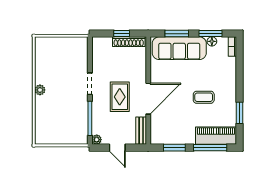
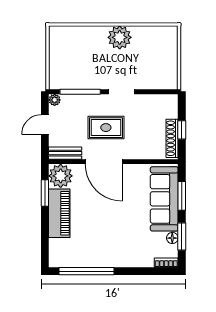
plant: (40, 90) -> (120, 37), width x1.88, depth x1.88
coffee table: (204, 97) -> (105, 228), removed
window: (239, 113) -> (87, 271), width x2.11
plant: (160, 135) -> (61, 176), added
piano: (216, 136) -> (59, 213), moved
window: (210, 148) -> (45, 236), removed

